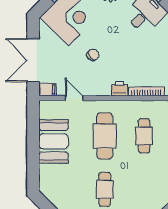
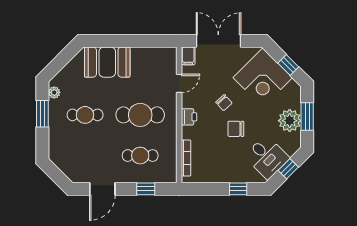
chair: (118, 43) -> (236, 129), added
printer: (120, 89) -> (189, 117), moved
booth: (54, 141) -> (107, 62), moved

